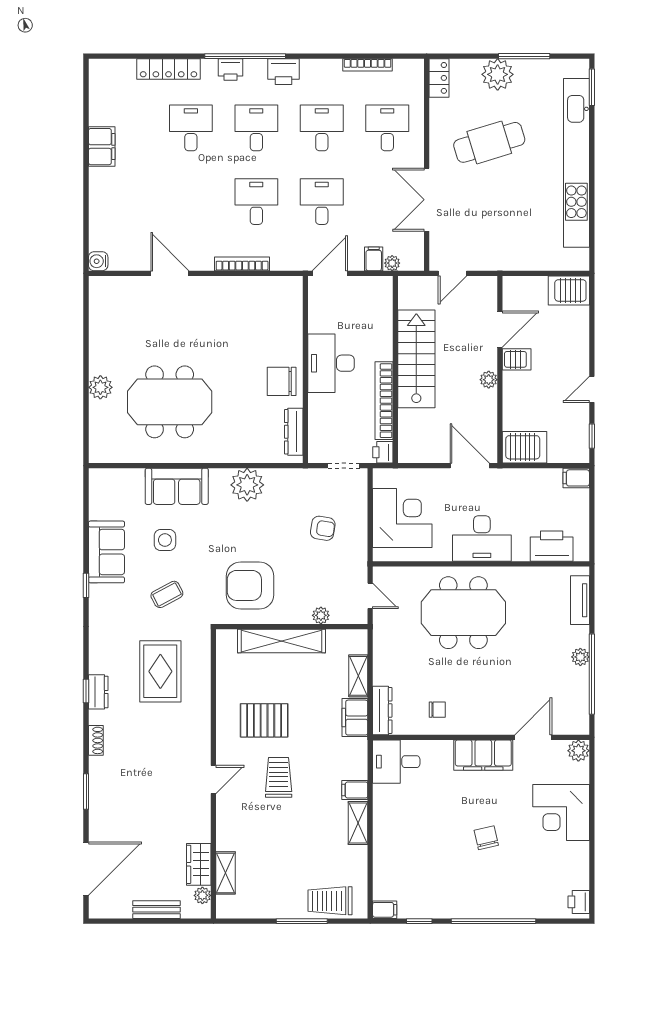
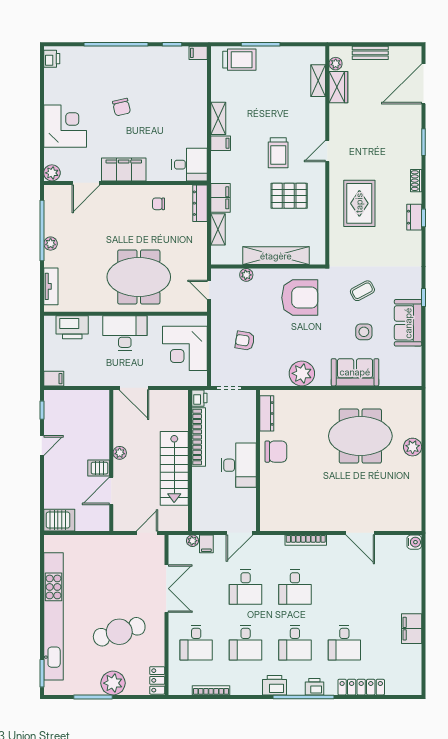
server rack: (524, 447) -> (93, 402), removed
rug: (160, 671) -> (359, 203), moved

